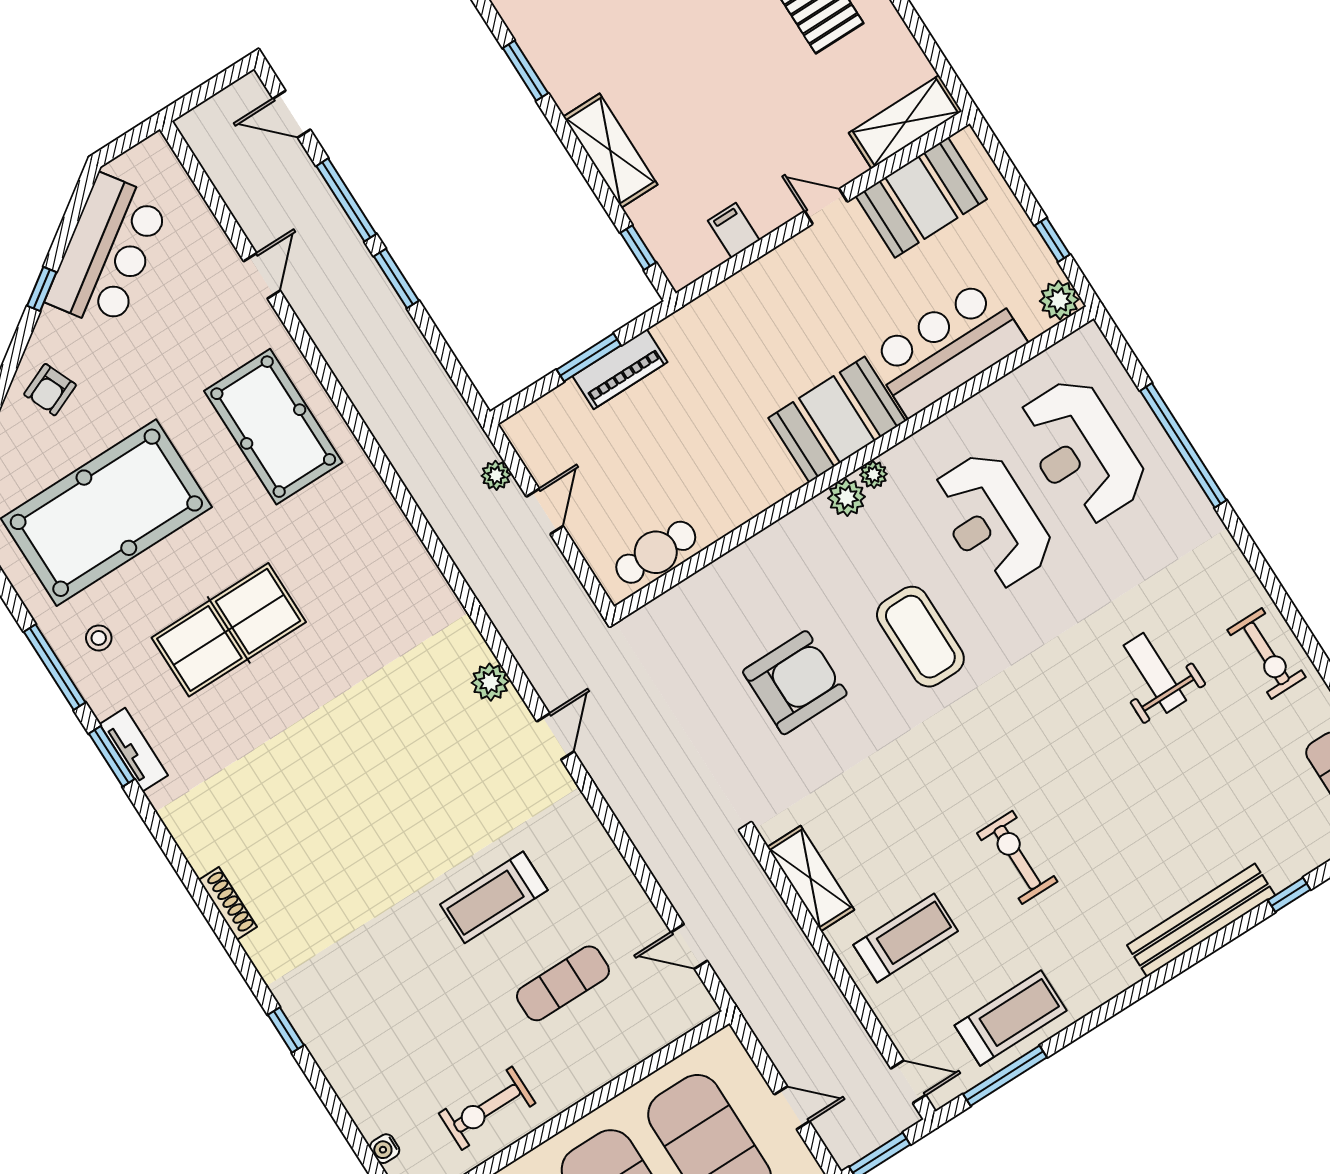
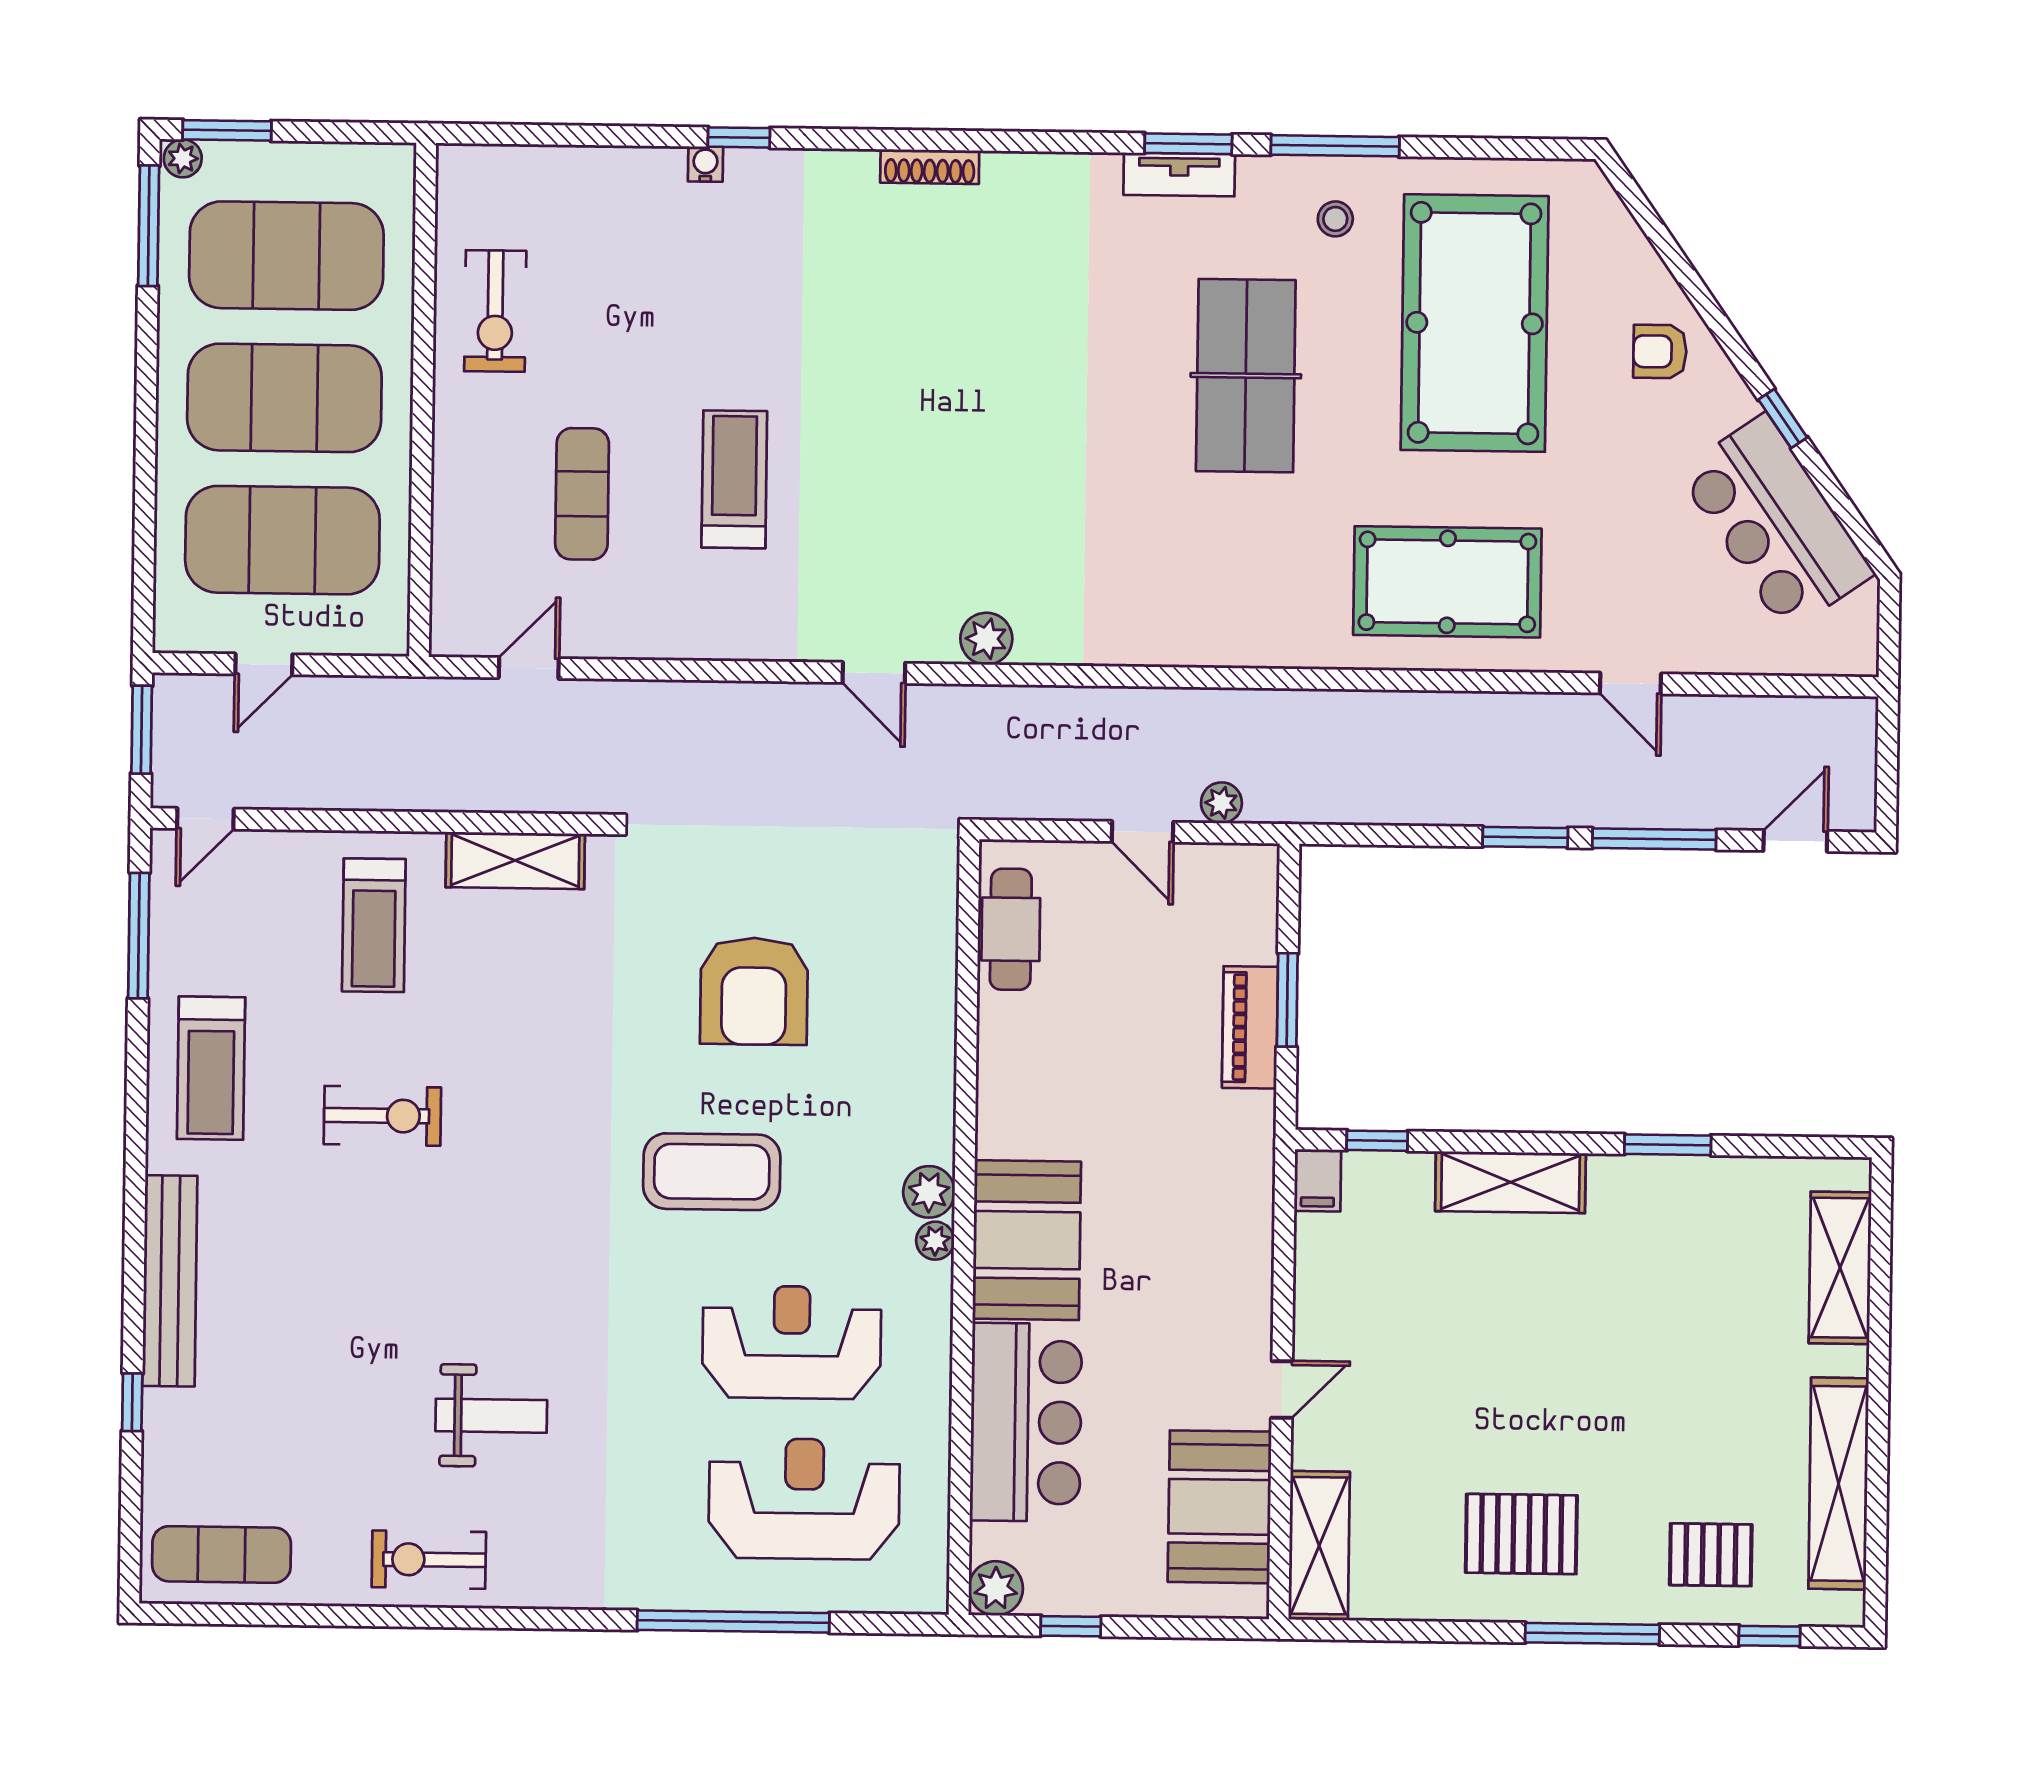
filing cabinet: (734, 230) -> (1318, 1180), moved, turned 90
armchair: (50, 390) -> (1660, 351), turned -67
treadmill: (1011, 1018) -> (211, 1068), moved
exercise bike: (487, 1108) -> (495, 311), turned 180
water cooler: (385, 1149) -> (705, 164), moved

